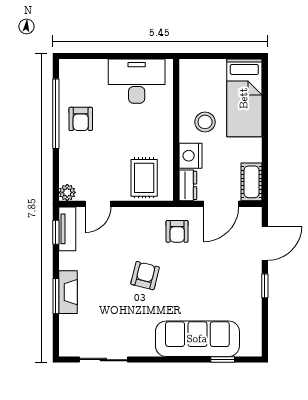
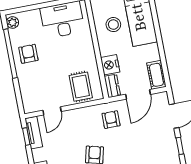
armchair: (81, 119) -> (28, 54), turned 180
stool: (205, 122) -> (113, 25), moved
plant: (67, 192) -> (13, 23), moved
armchair: (177, 231) -> (111, 120), turned 180

